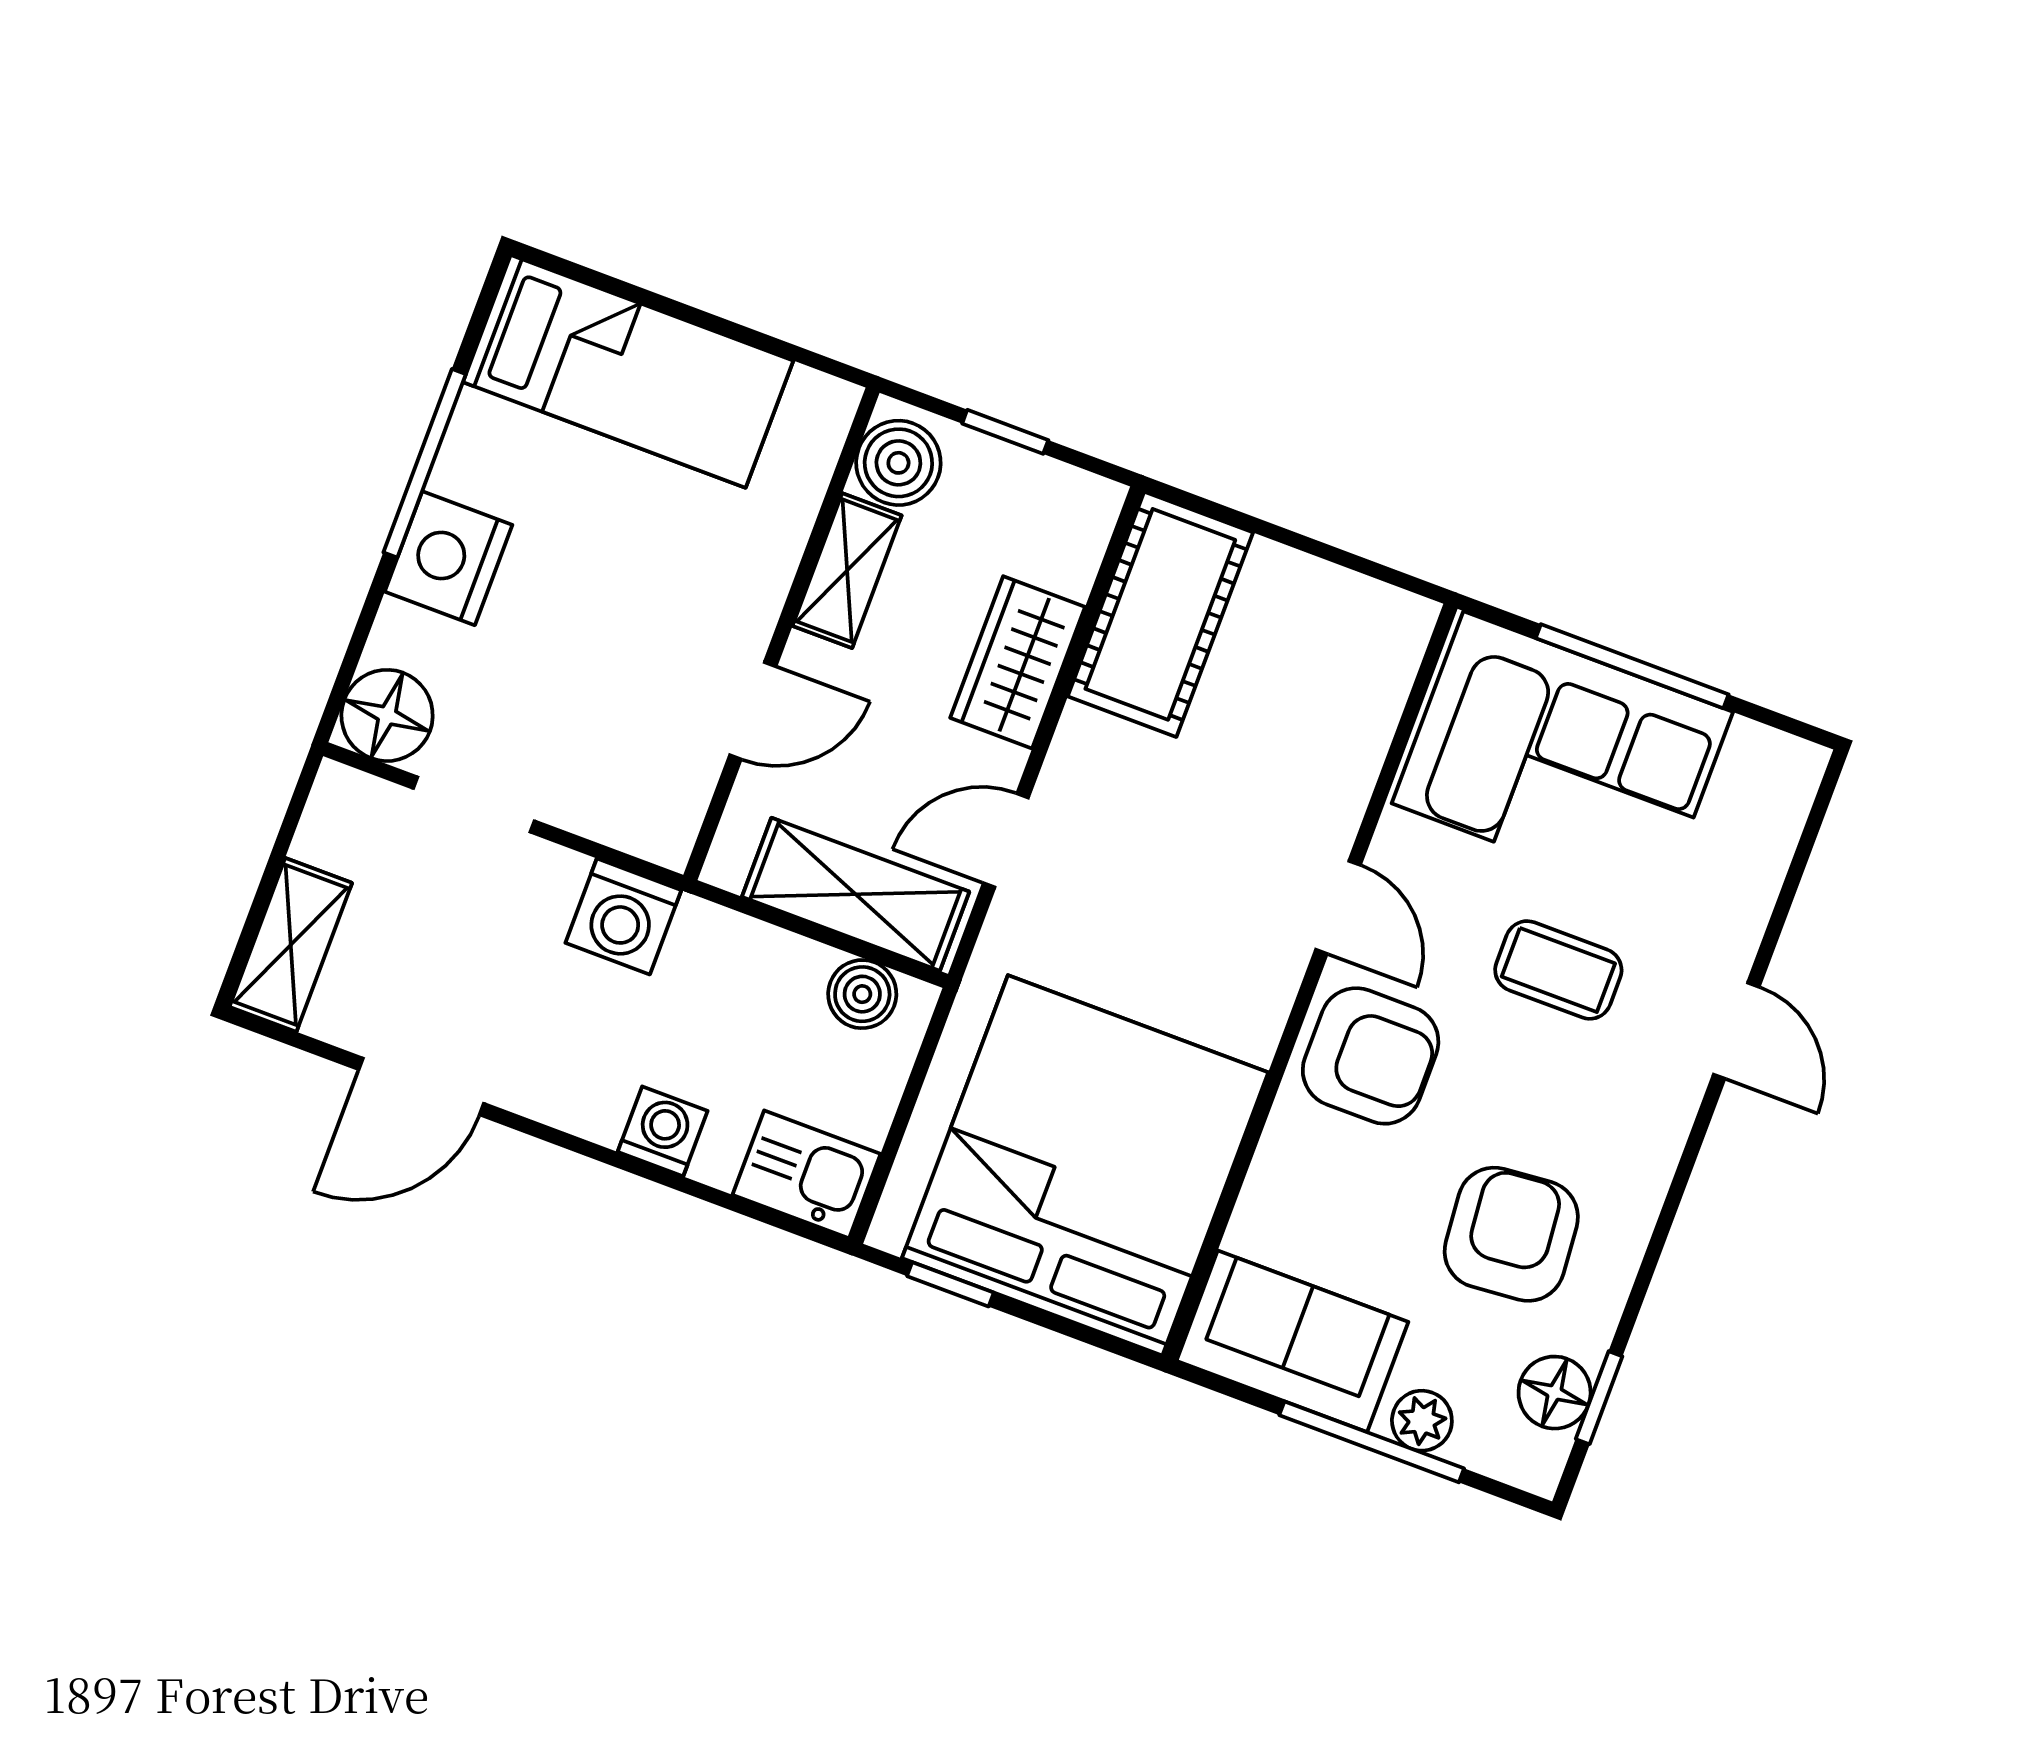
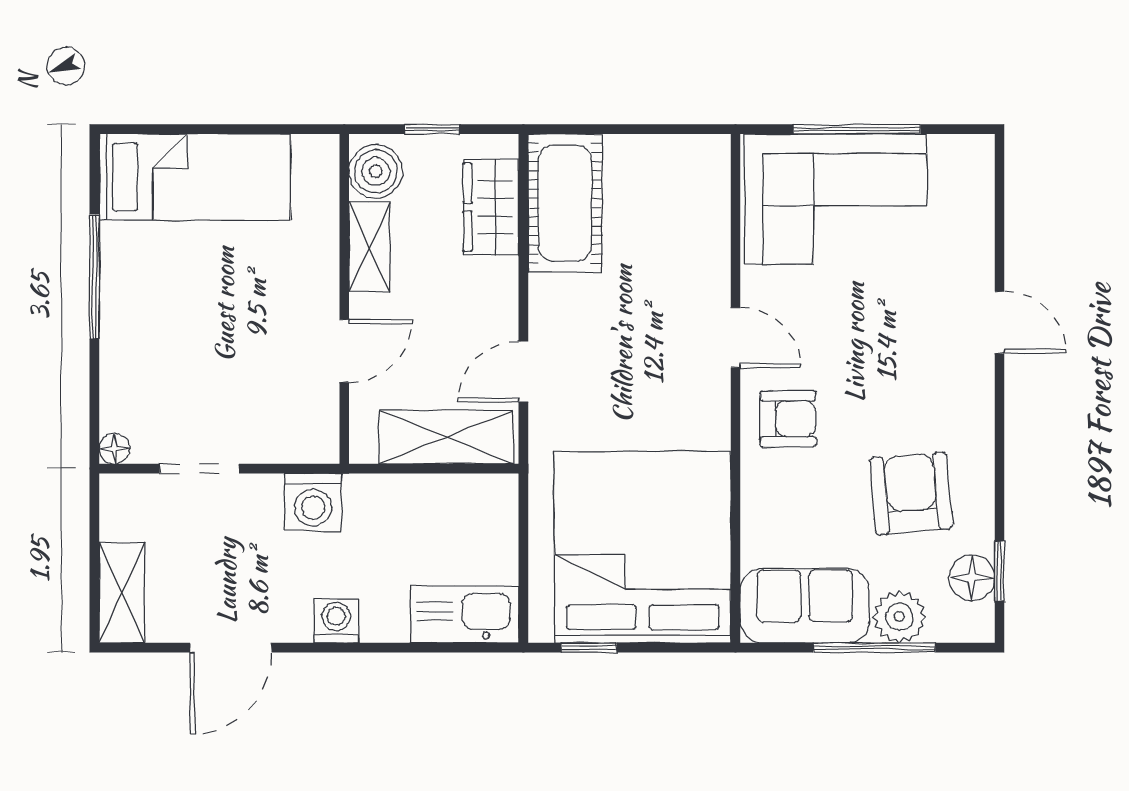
nightstand: (448, 558) -> (130, 328), removed
wardrobe: (1018, 662) -> (491, 207), moved
floor lamp: (387, 715) -> (114, 448), width x0.53, depth x0.53
coffee table: (1558, 970) -> (880, 326), removed
boiler: (862, 994) -> (472, 495), removed
armchair: (1371, 1056) -> (788, 419), width x0.72, depth x0.72
washing machine: (663, 1131) -> (336, 621), moved
kitchen sink: (807, 1174) -> (464, 614), width x1.38
plant: (1422, 1421) -> (899, 617), width x1.38, depth x1.38

